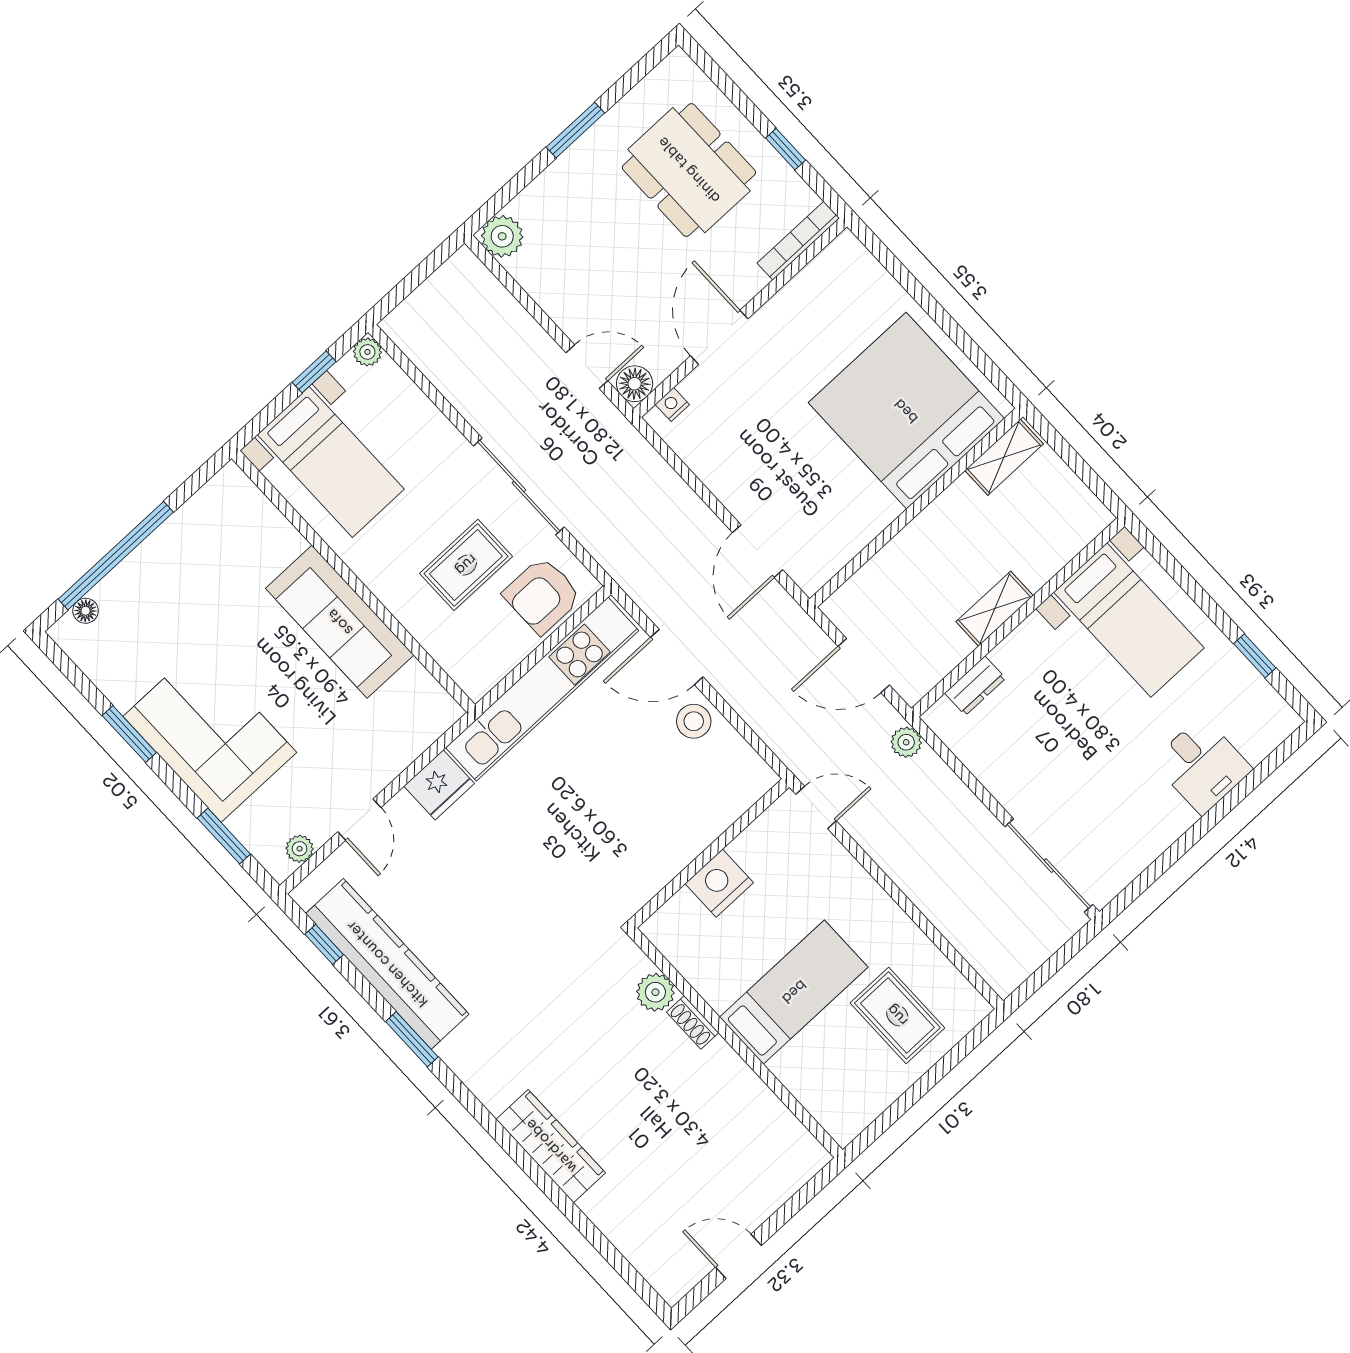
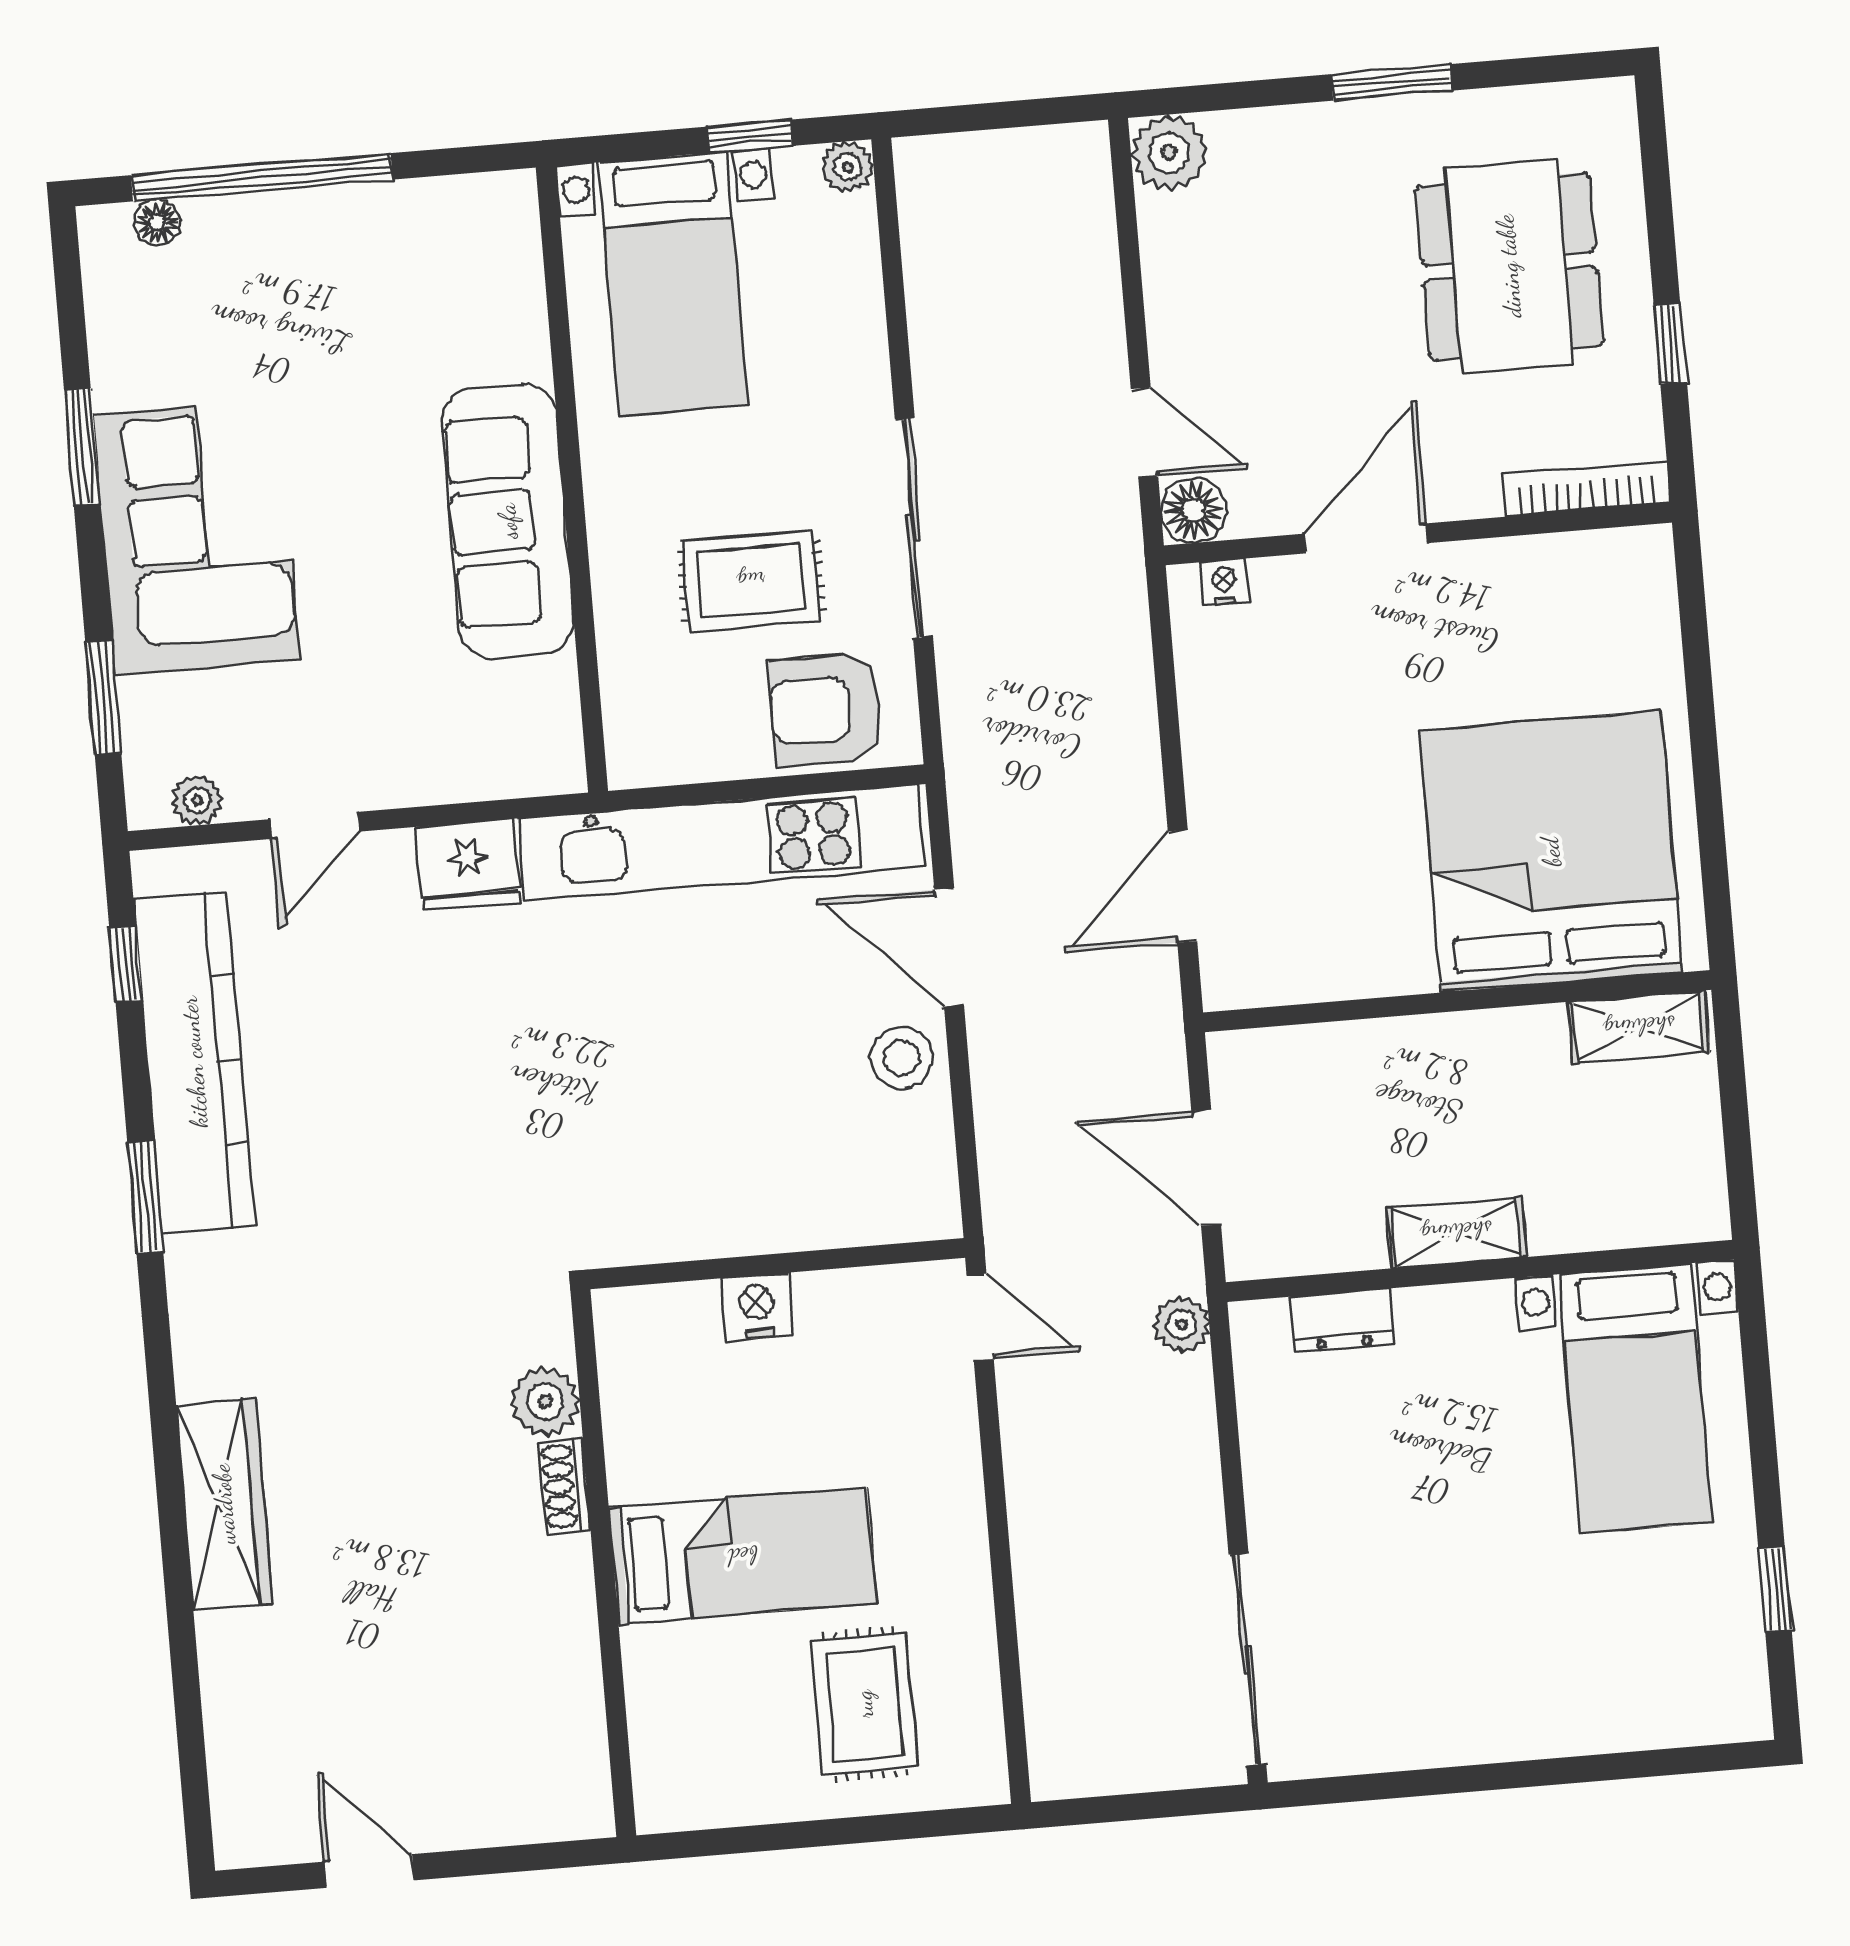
desk: (1202, 765) -> (1578, 1687), removed
nightstand: (719, 883) -> (757, 1307), width x0.74, depth x0.75

